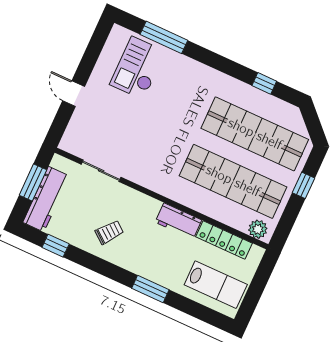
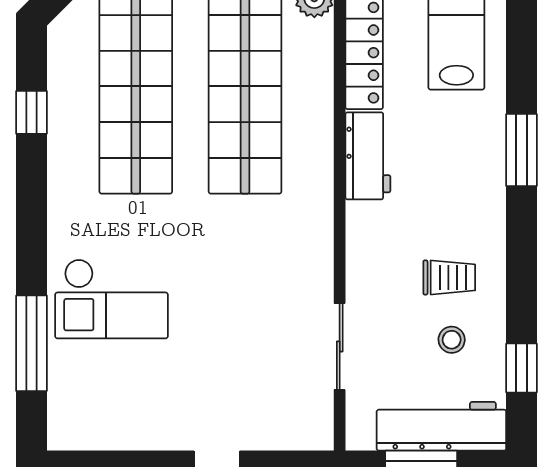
checkout: (138, 68) -> (111, 299), moved
stool: (82, 221) -> (452, 340), added
trolley: (109, 232) -> (449, 277), turned 142

